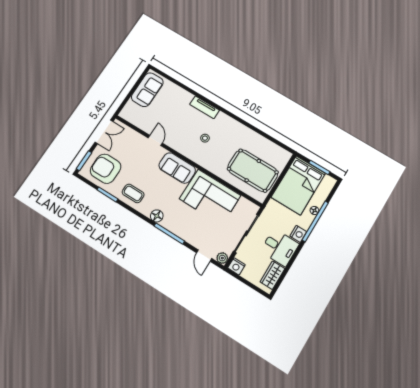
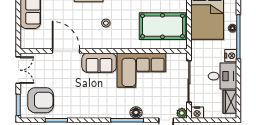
door: (155, 141) -> (66, 51), width x1.88
armchair: (106, 169) -> (41, 100), turned 180
coffee table: (133, 193) -> (77, 106), removed
floor lamp: (157, 216) -> (136, 112), moved

